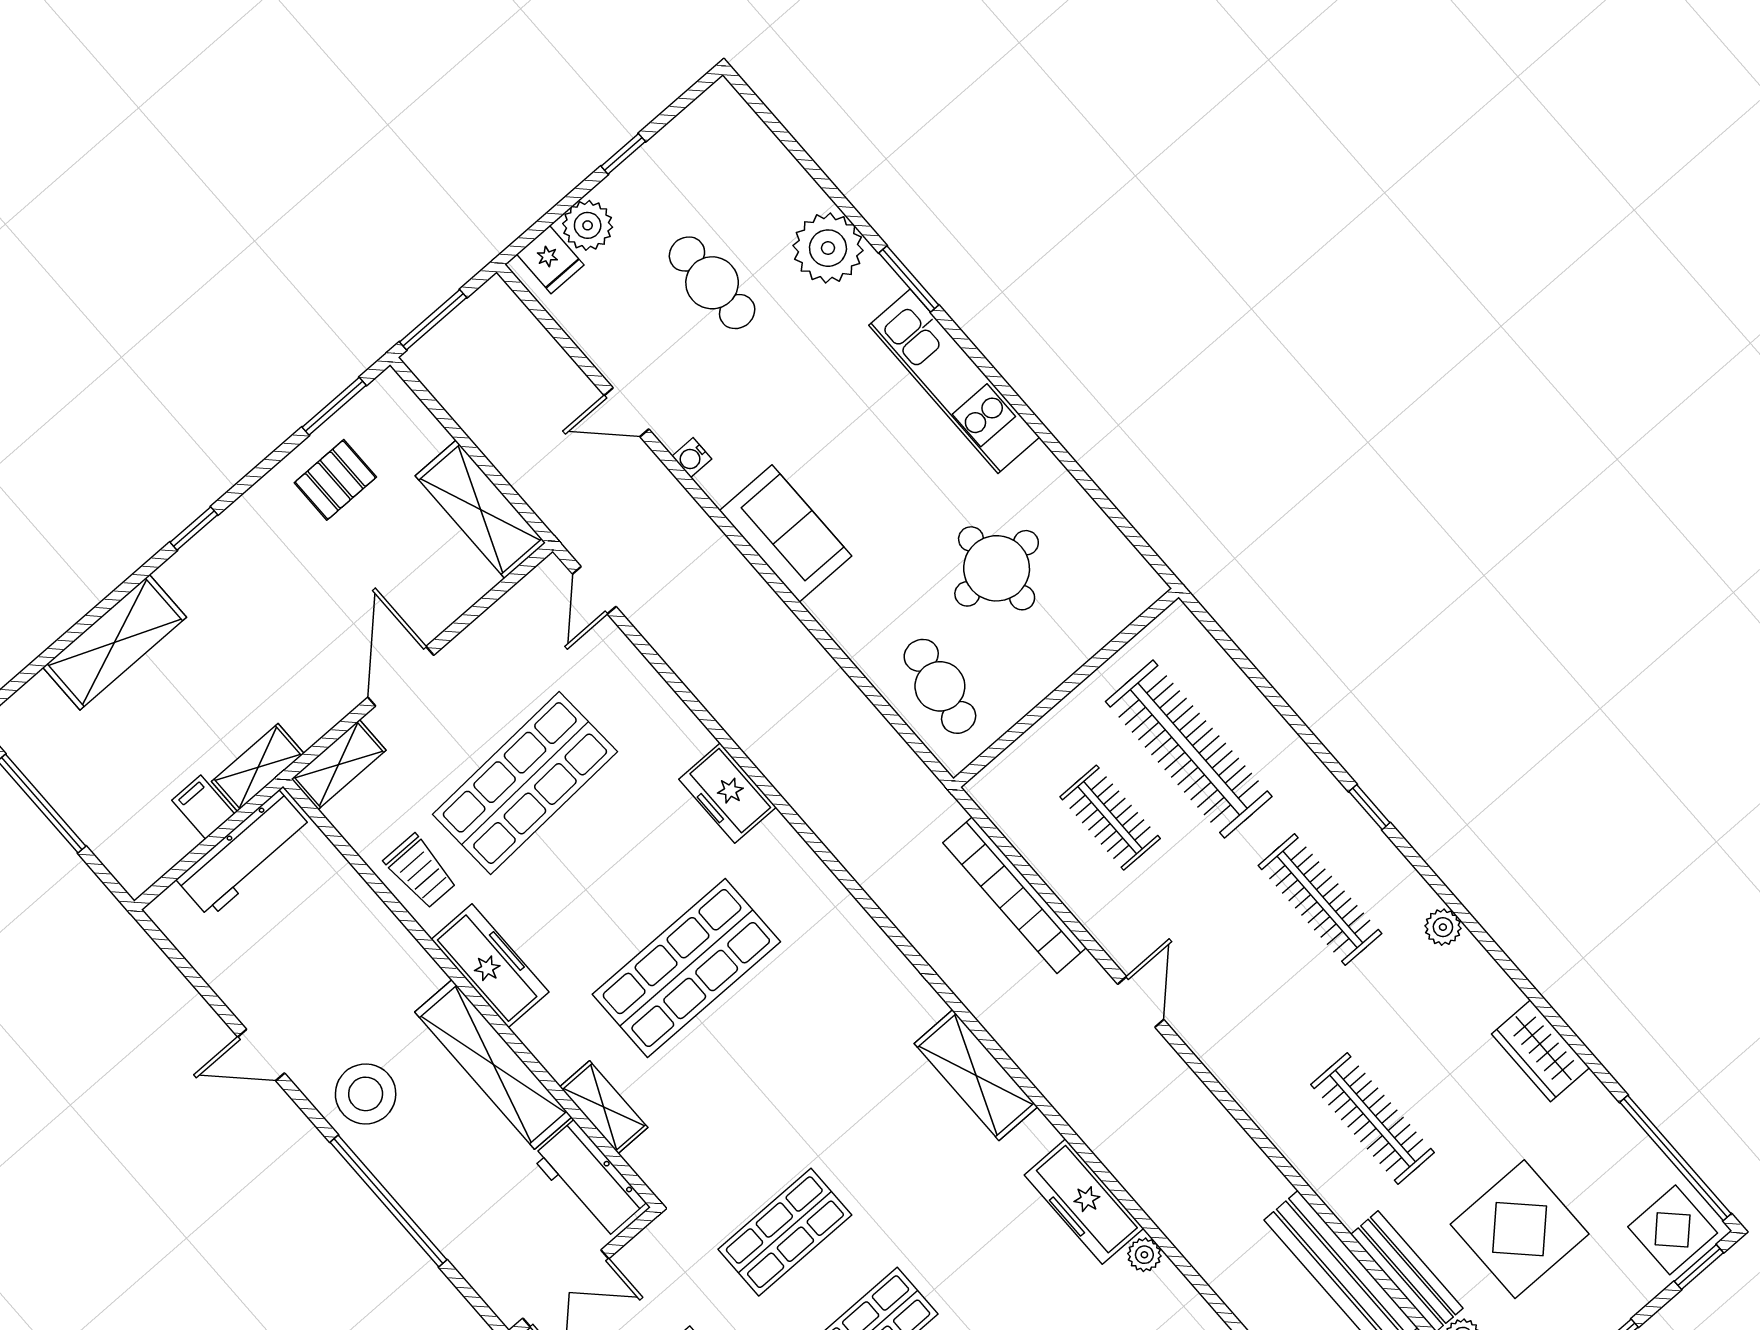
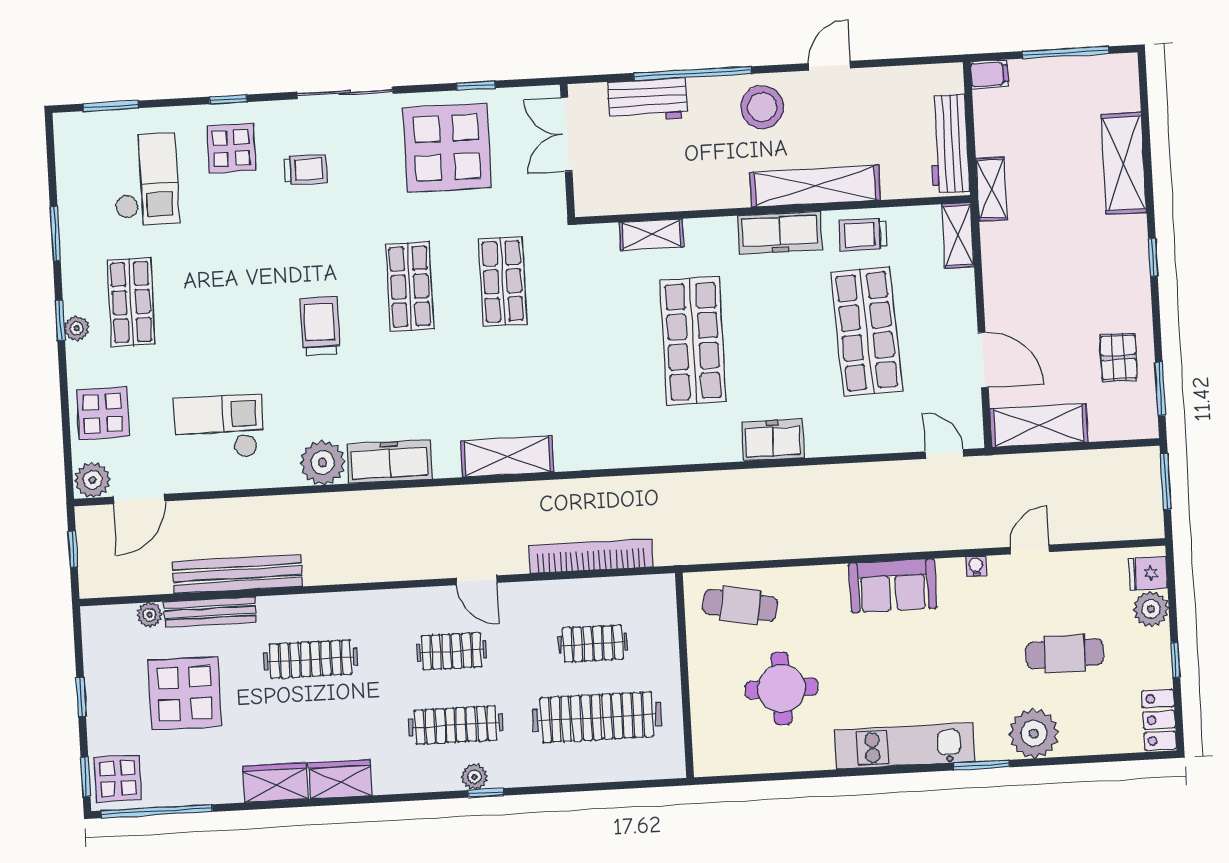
locker: (704, 121) -> (1159, 720), added
door: (401, 676) -> (983, 360), moved
filing cabinet: (203, 807) -> (989, 74), moved
plant: (1443, 927) -> (474, 777), moved
clothes rail: (1241, 968) -> (452, 651), added
wardrobe: (1481, 981) -> (340, 779), added
shelving: (493, 1065) -> (815, 186), moved
workbench: (589, 1180) -> (648, 100), moved, turned 180
plant: (1144, 1255) -> (323, 463), width x1.88, depth x1.88

